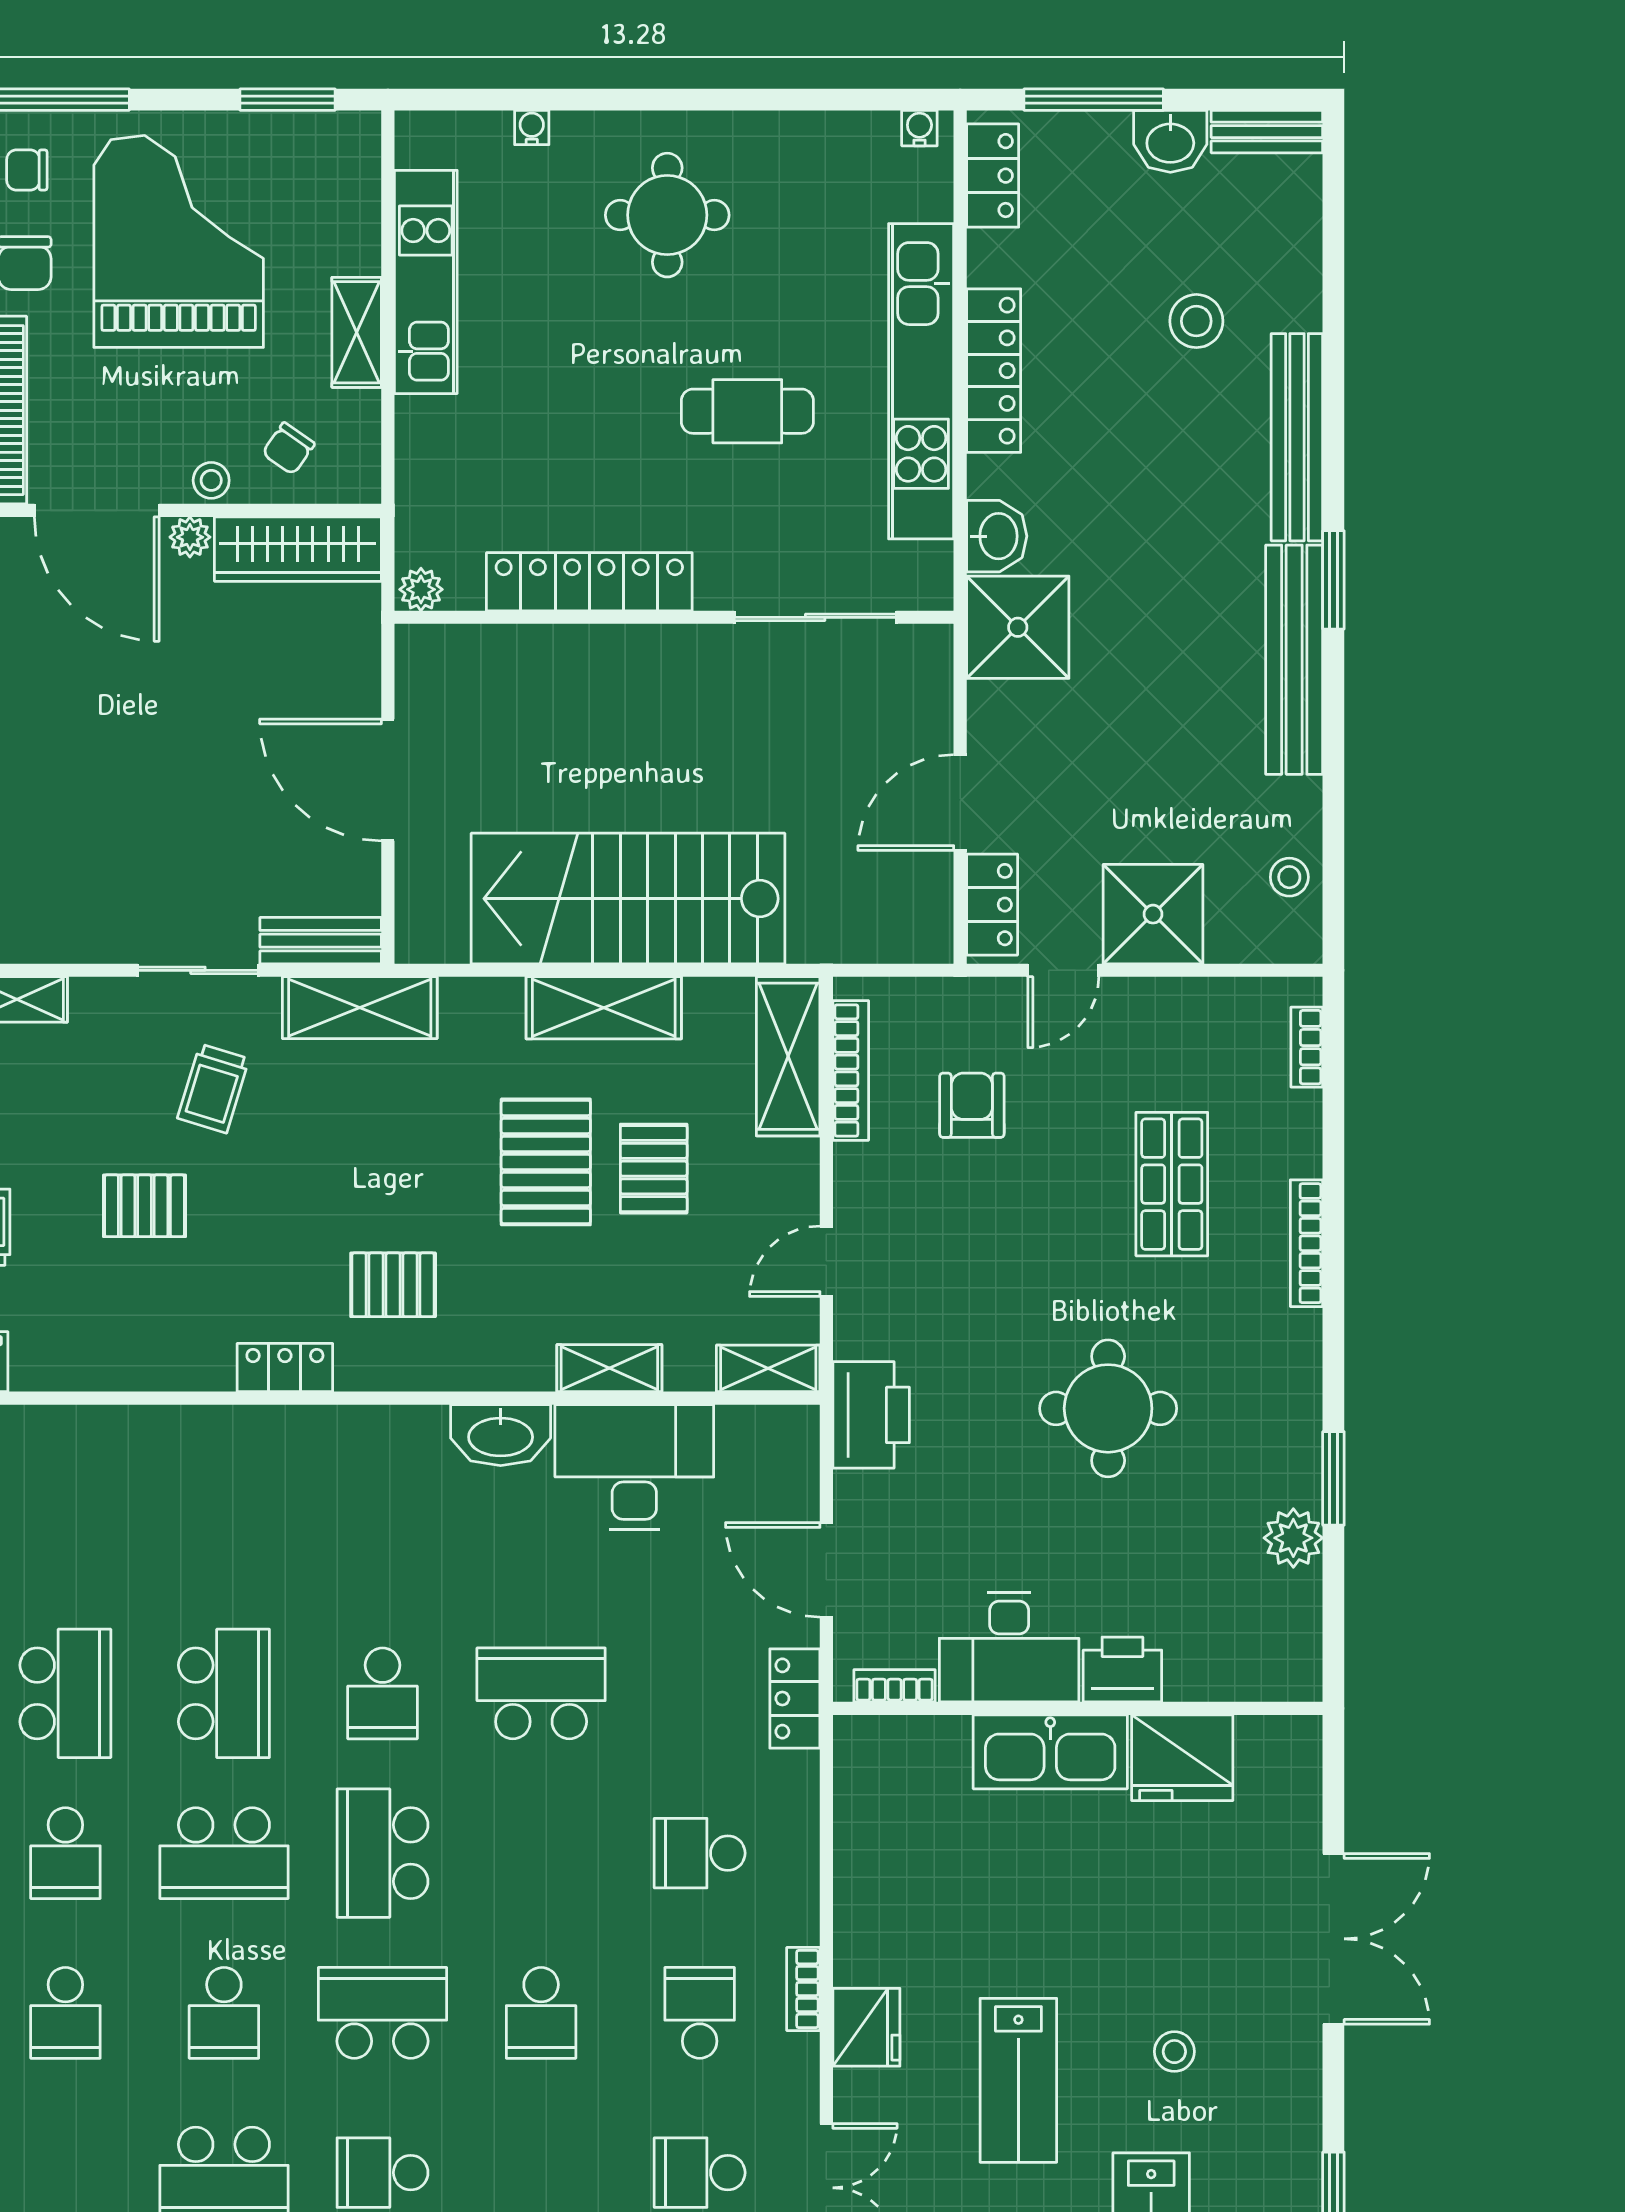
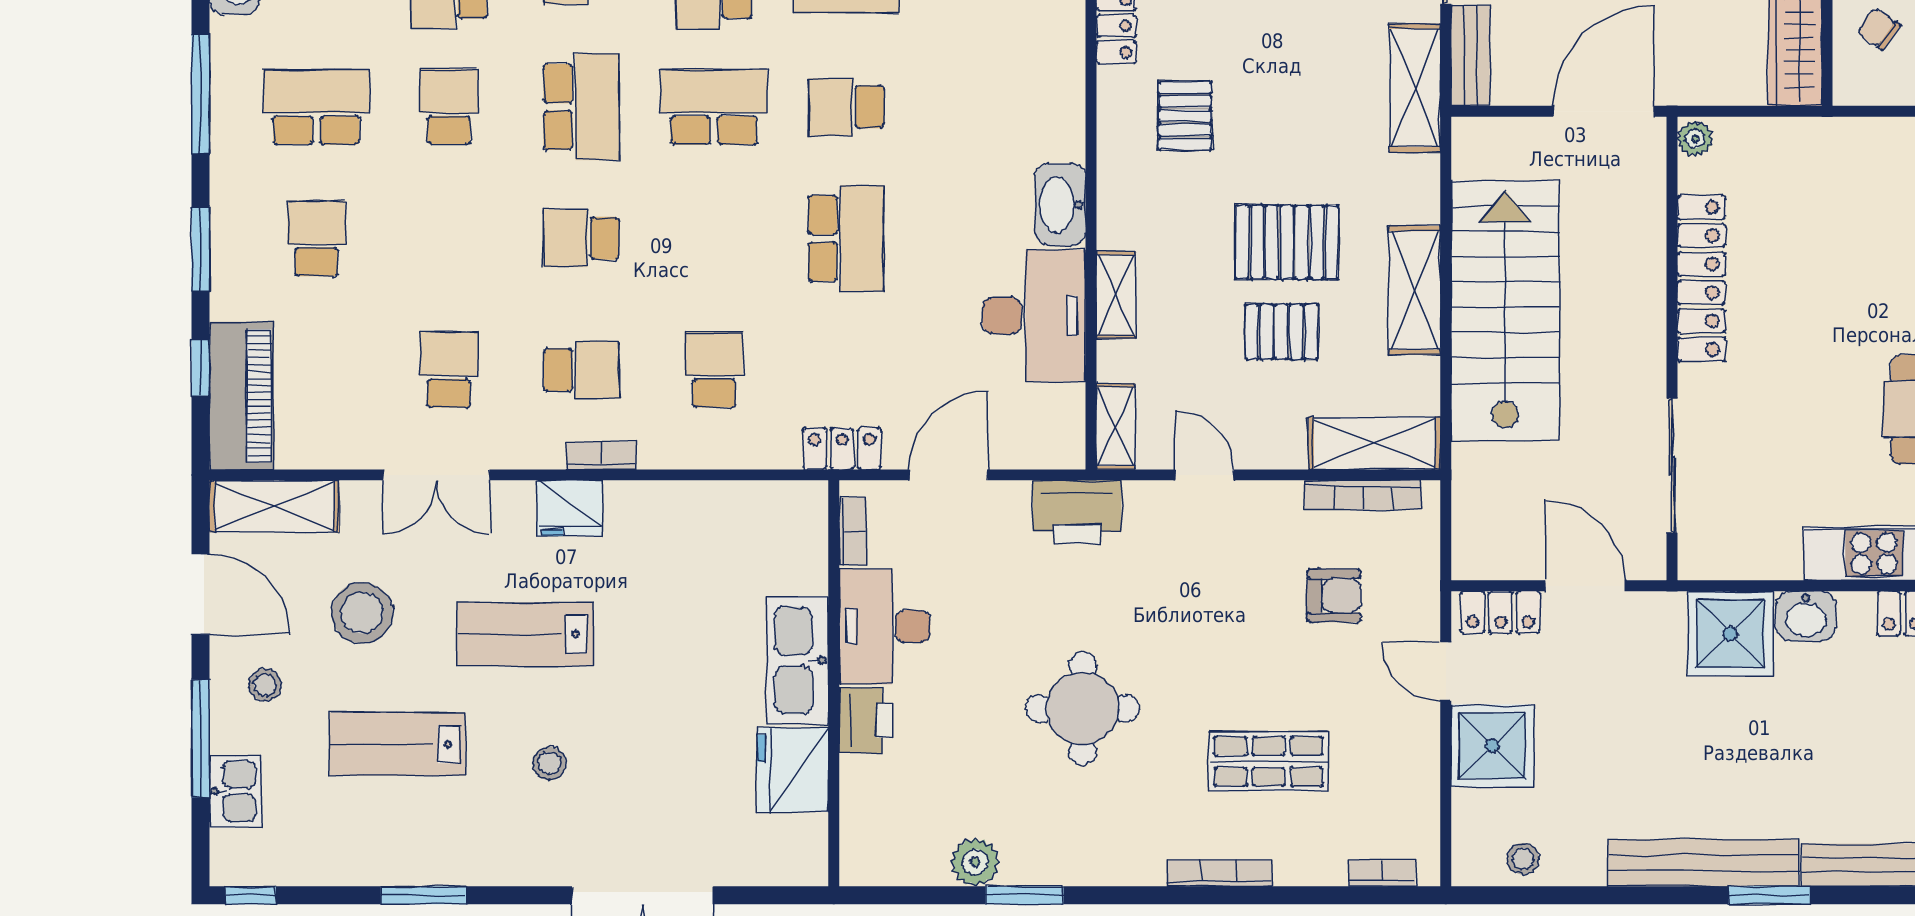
locker: (589, 582) -> (1701, 278), moved
plant: (421, 589) -> (1695, 139), moved
wall: (674, 617) -> (1672, 349), moved
sliding door: (815, 617) -> (1672, 466), moved

